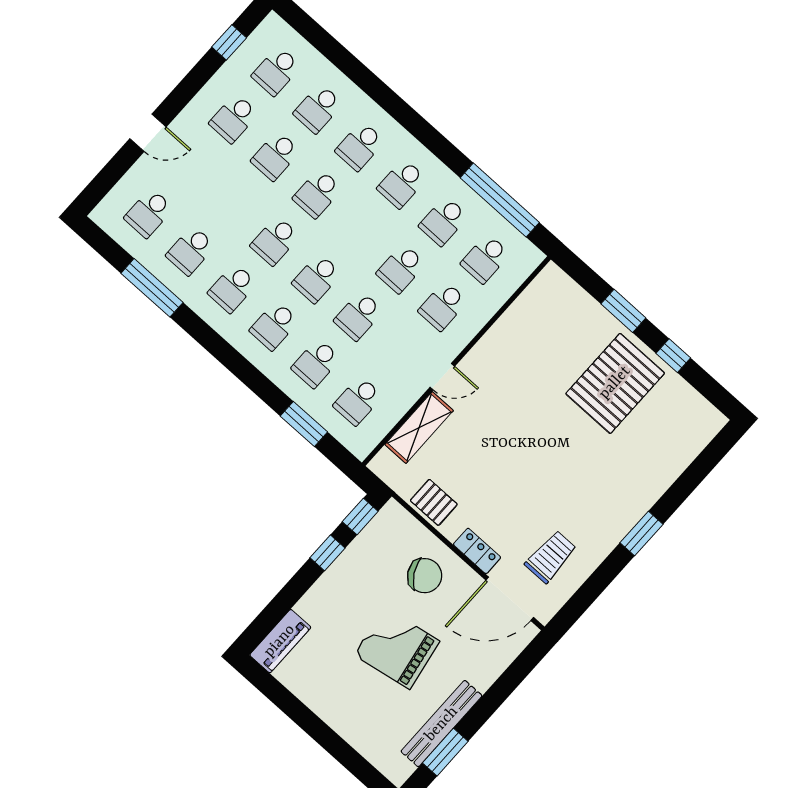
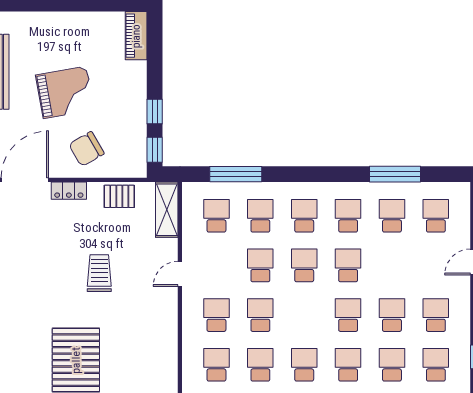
window: (304, 424) -> (236, 174), width x1.44
shelving: (419, 428) -> (167, 210), moved
trolley: (551, 557) -> (99, 273), moved, turned 180

